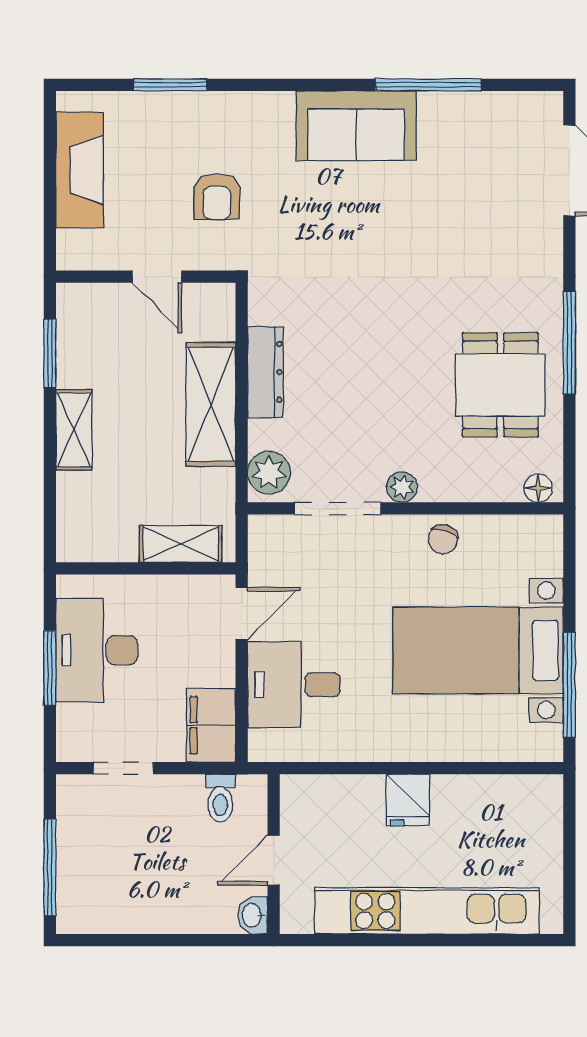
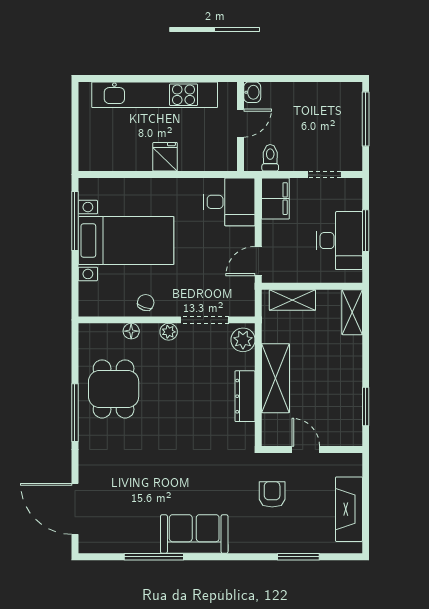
shelving: (74, 430) -> (352, 312), moved
floor lamp: (538, 488) -> (131, 331), moved
desk: (294, 685) -> (229, 202), moved

